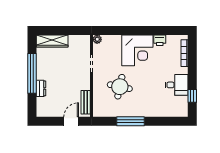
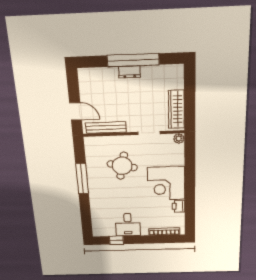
wardrobe: (52, 41) -> (176, 109), moved
dresser: (41, 88) -> (129, 72), moved
bench: (86, 102) -> (106, 128), width x1.36

